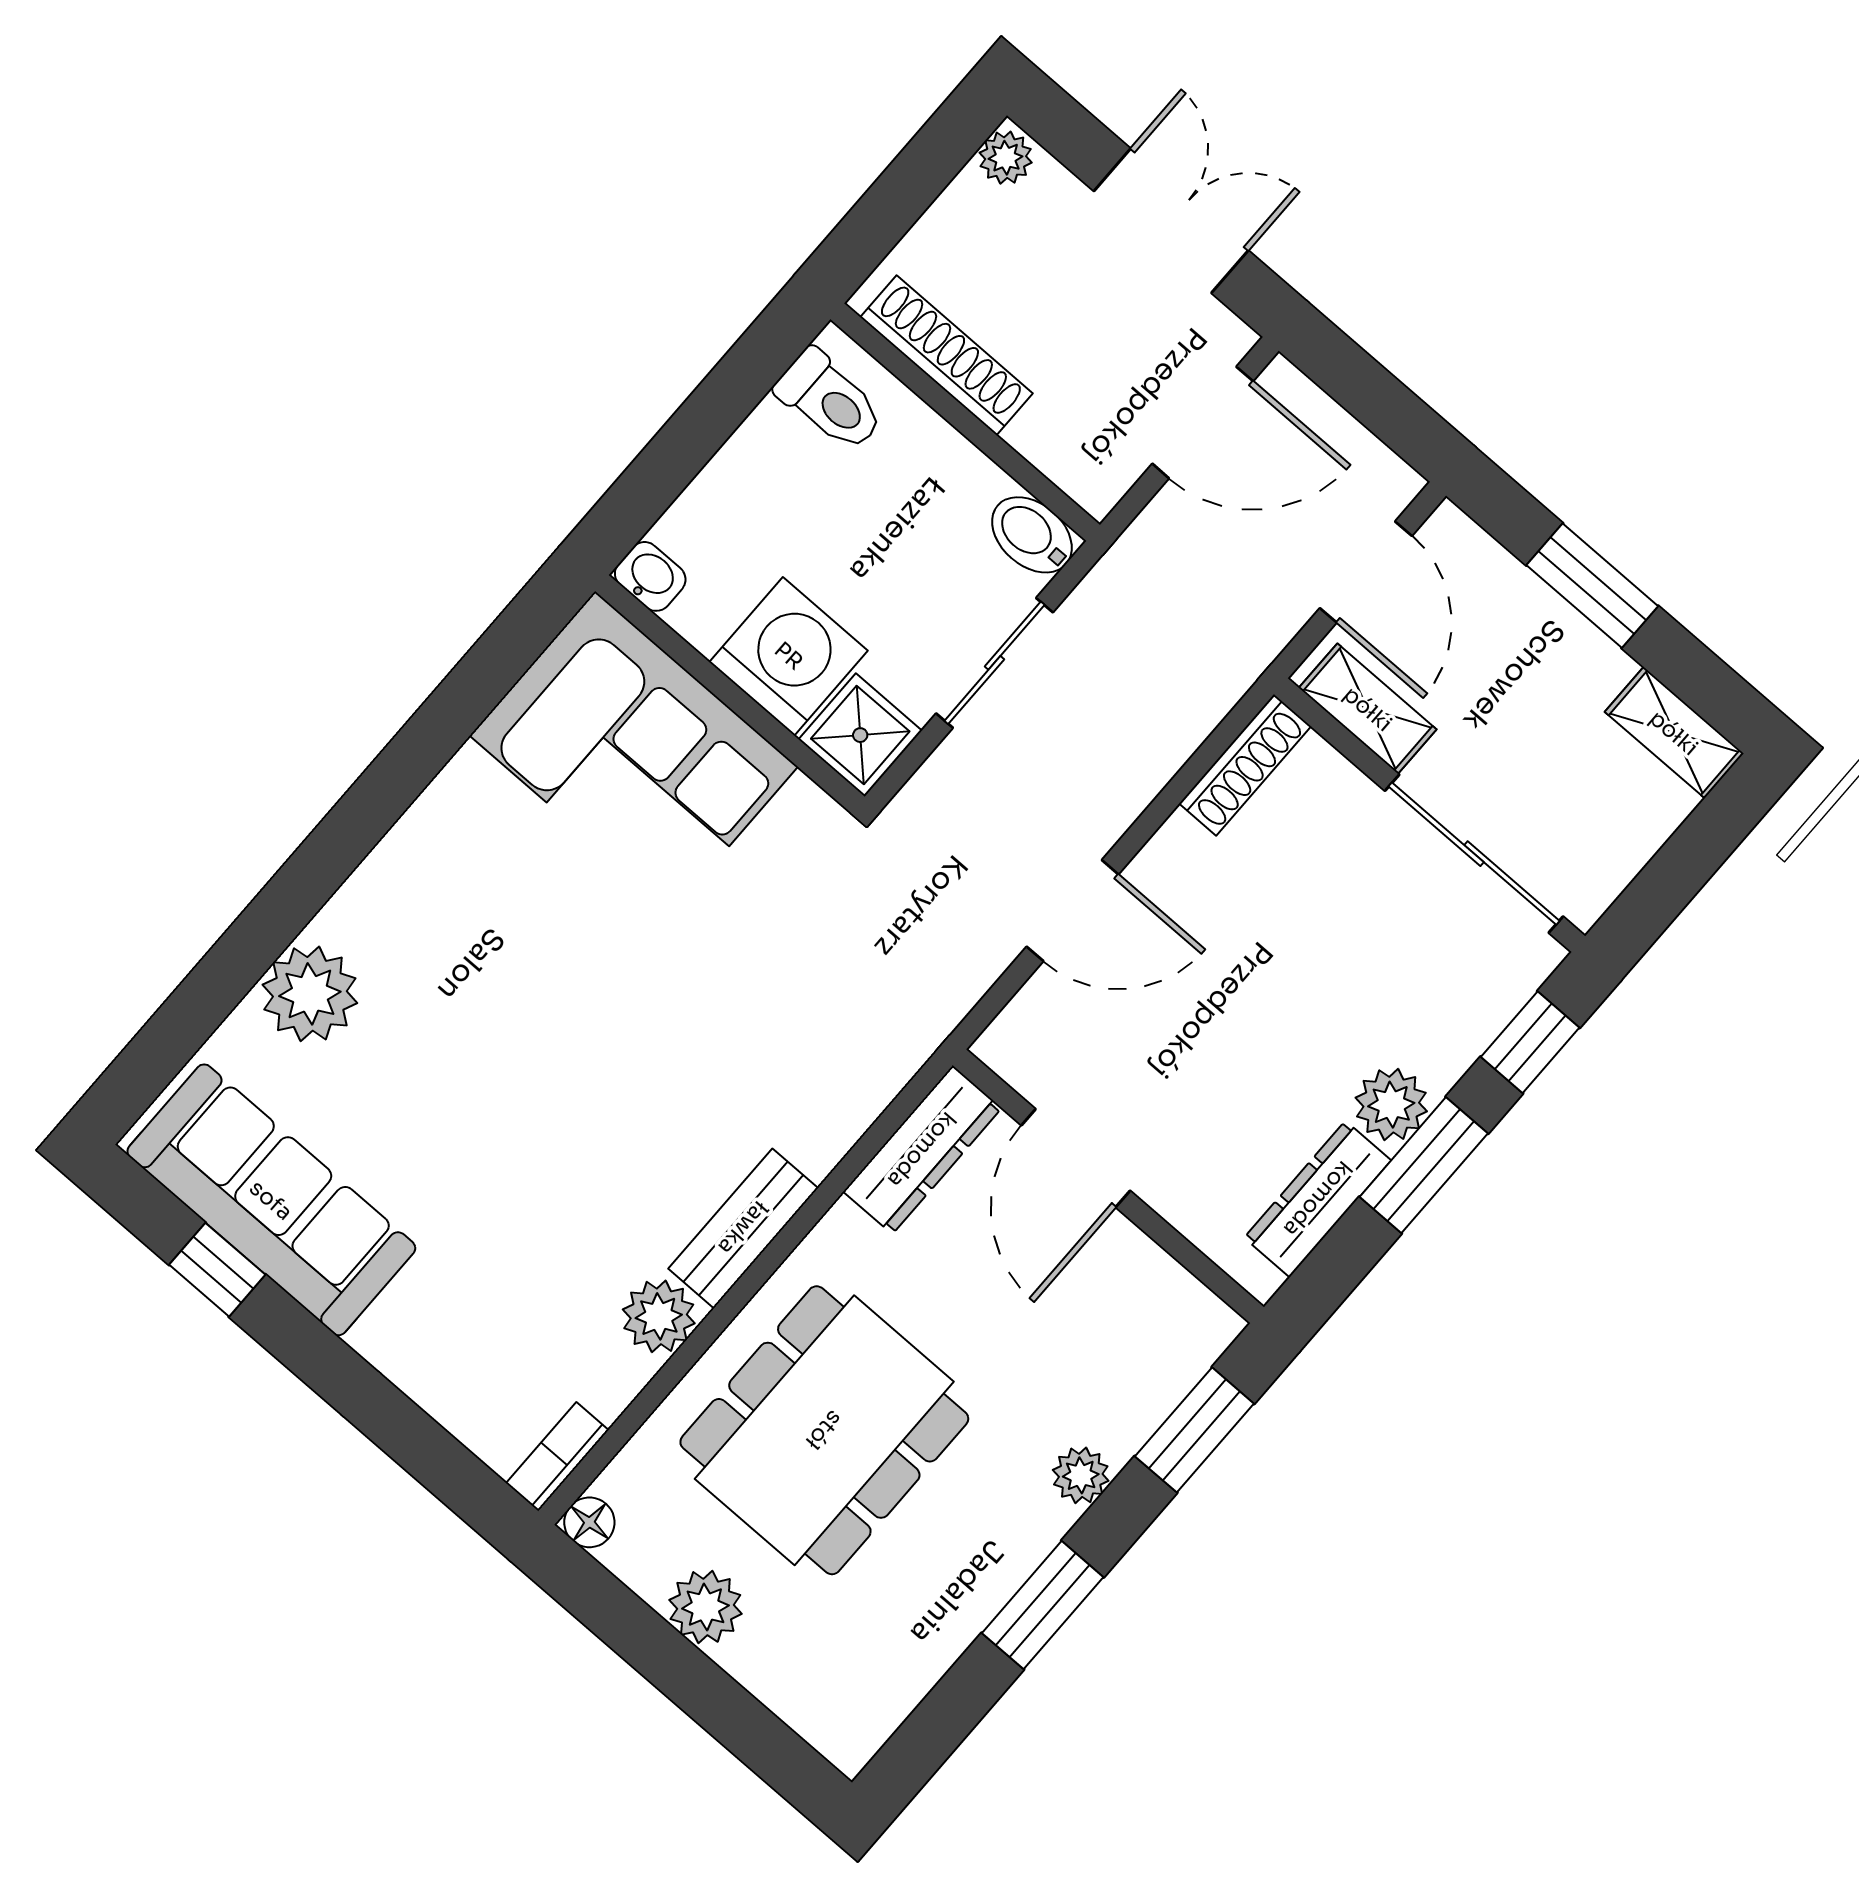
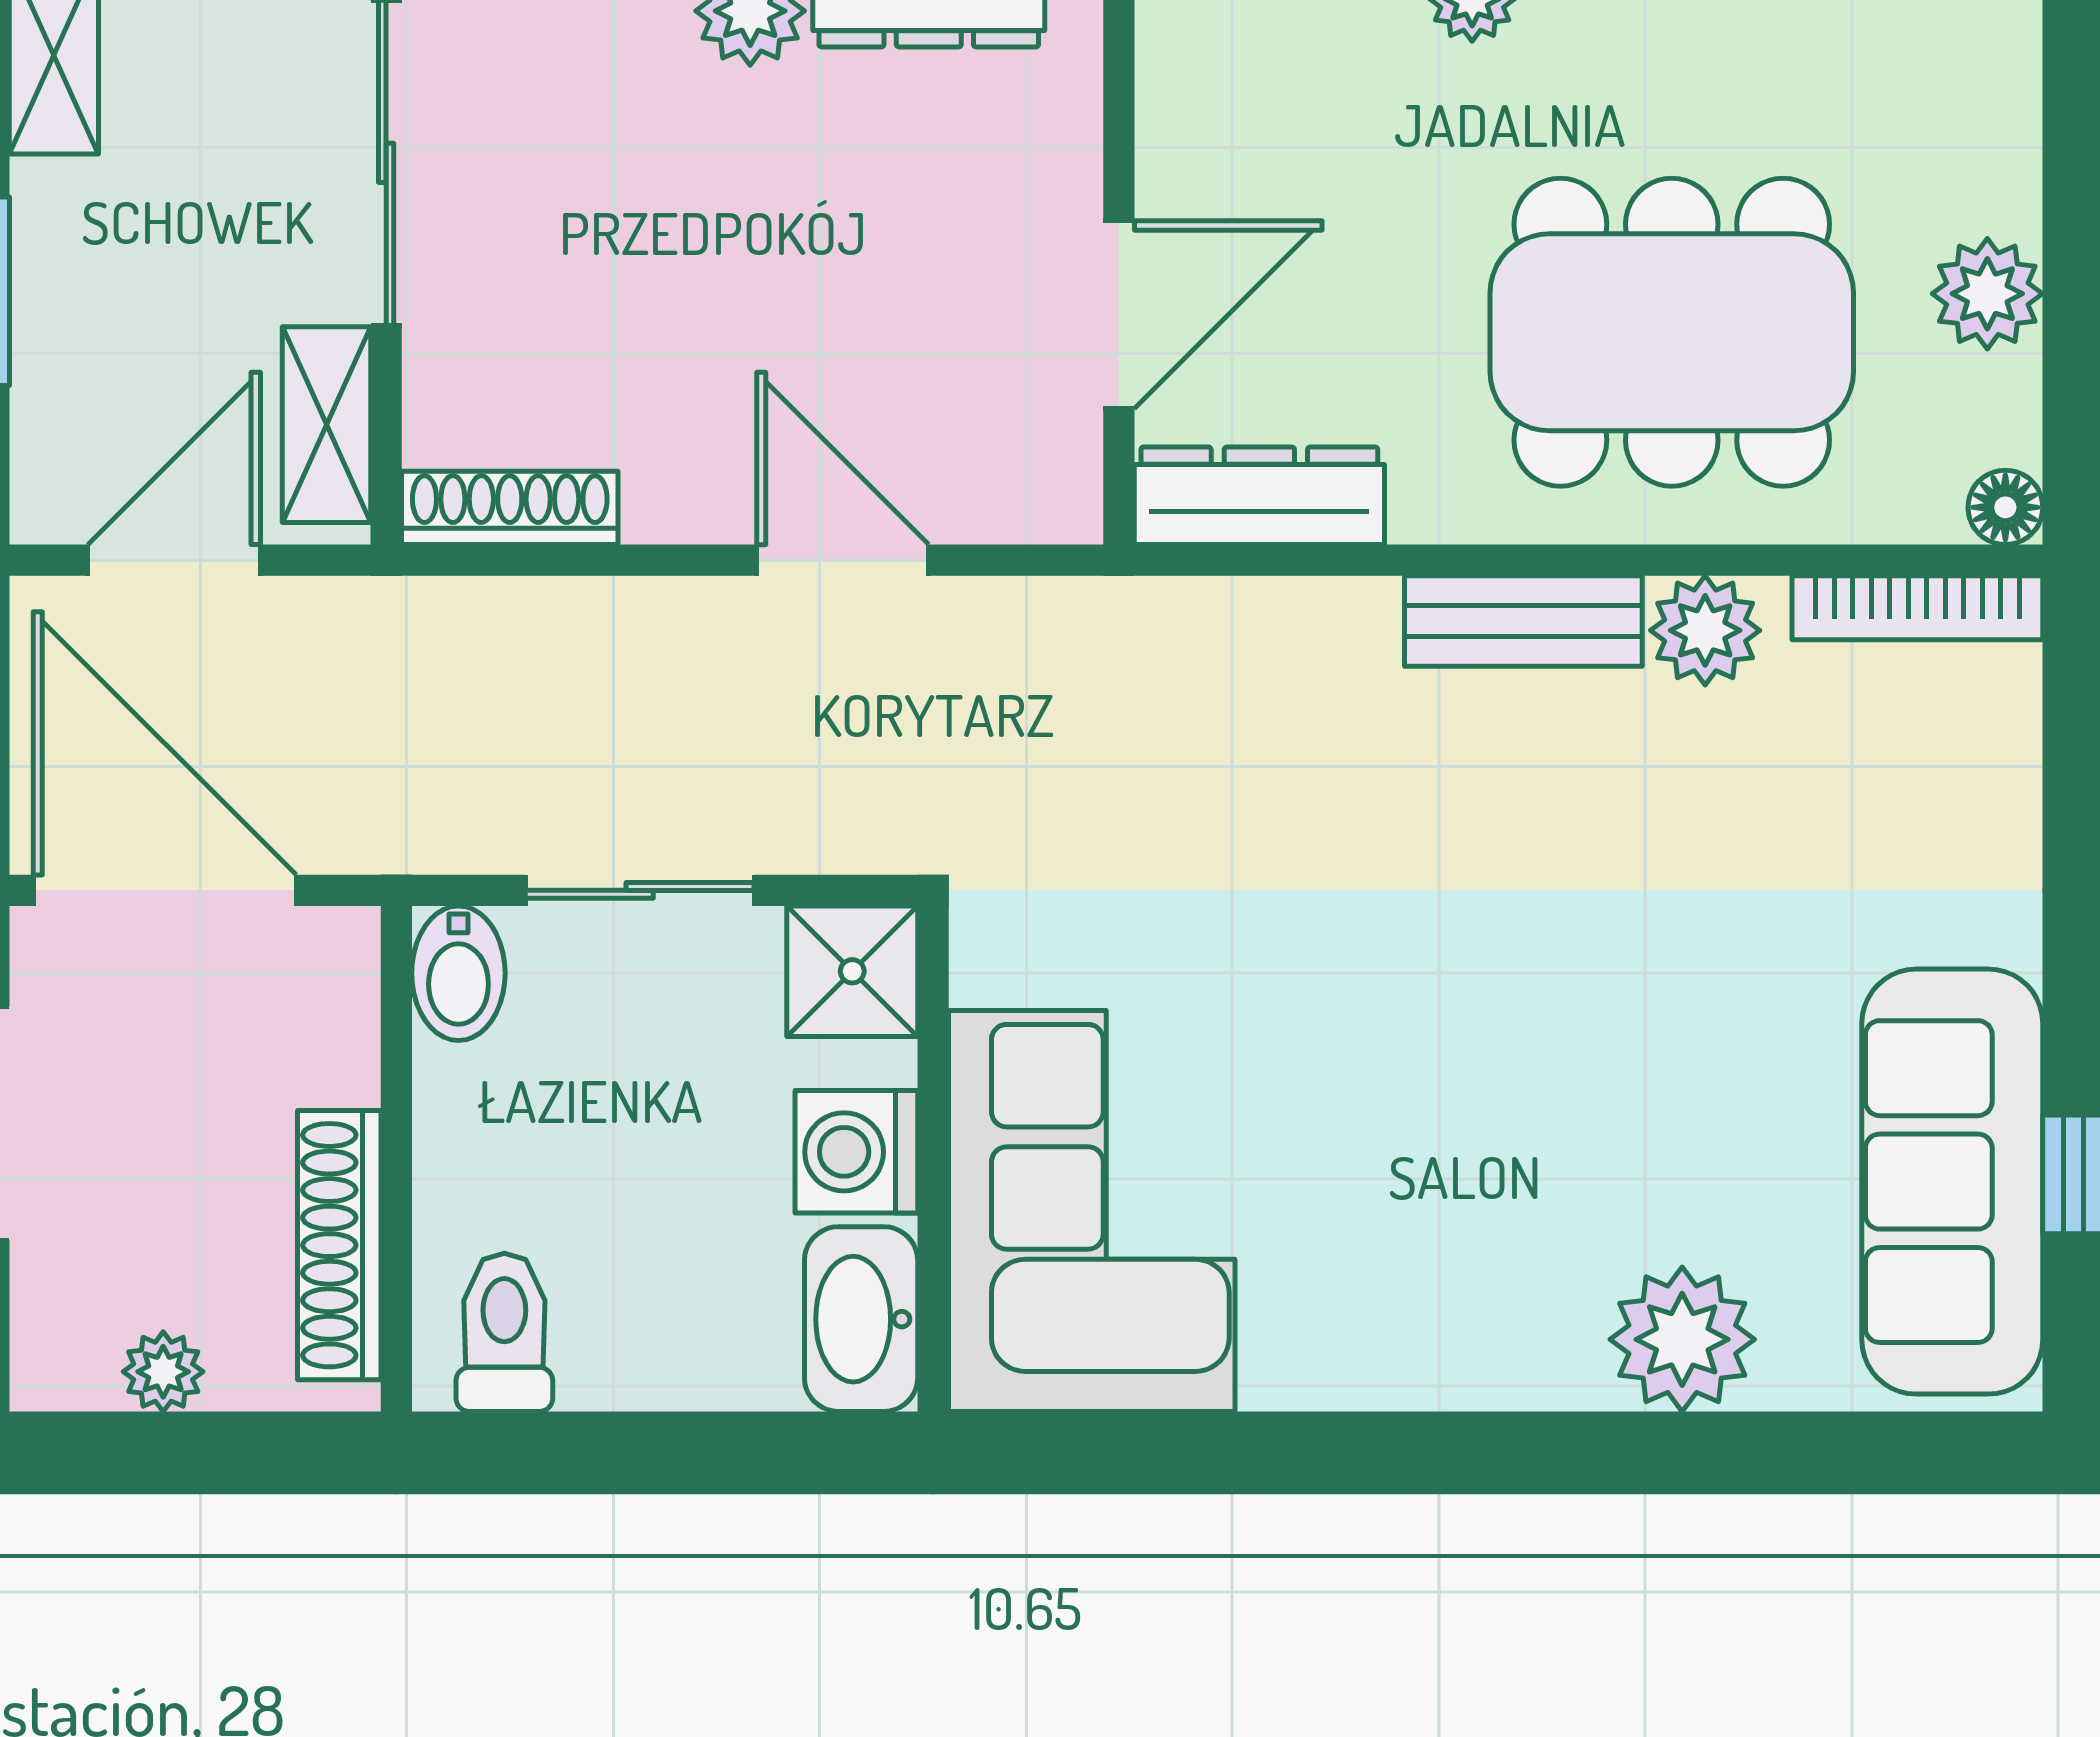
plant: (1006, 158) -> (163, 1372), moved
door: (1203, 422) -> (165, 890), width x1.36
washbasin: (650, 576) -> (861, 1319), width x1.91, depth x1.45
washing machine: (789, 656) -> (856, 1152), width x0.73, depth x0.73
bookcase: (557, 1457) -> (1917, 608), width x1.56

